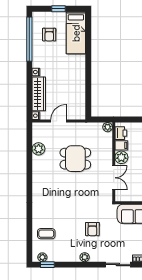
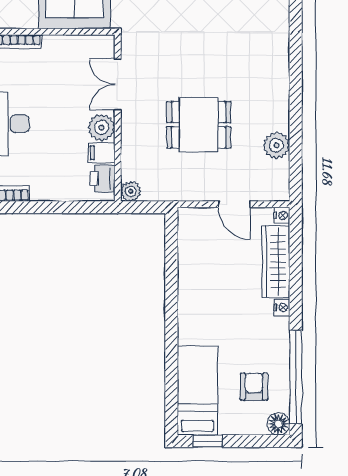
window: (59, 9) -> (207, 441), moved
floor lamp: (38, 17) -> (278, 424), added
door: (59, 121) -> (234, 204), hinge flipped

